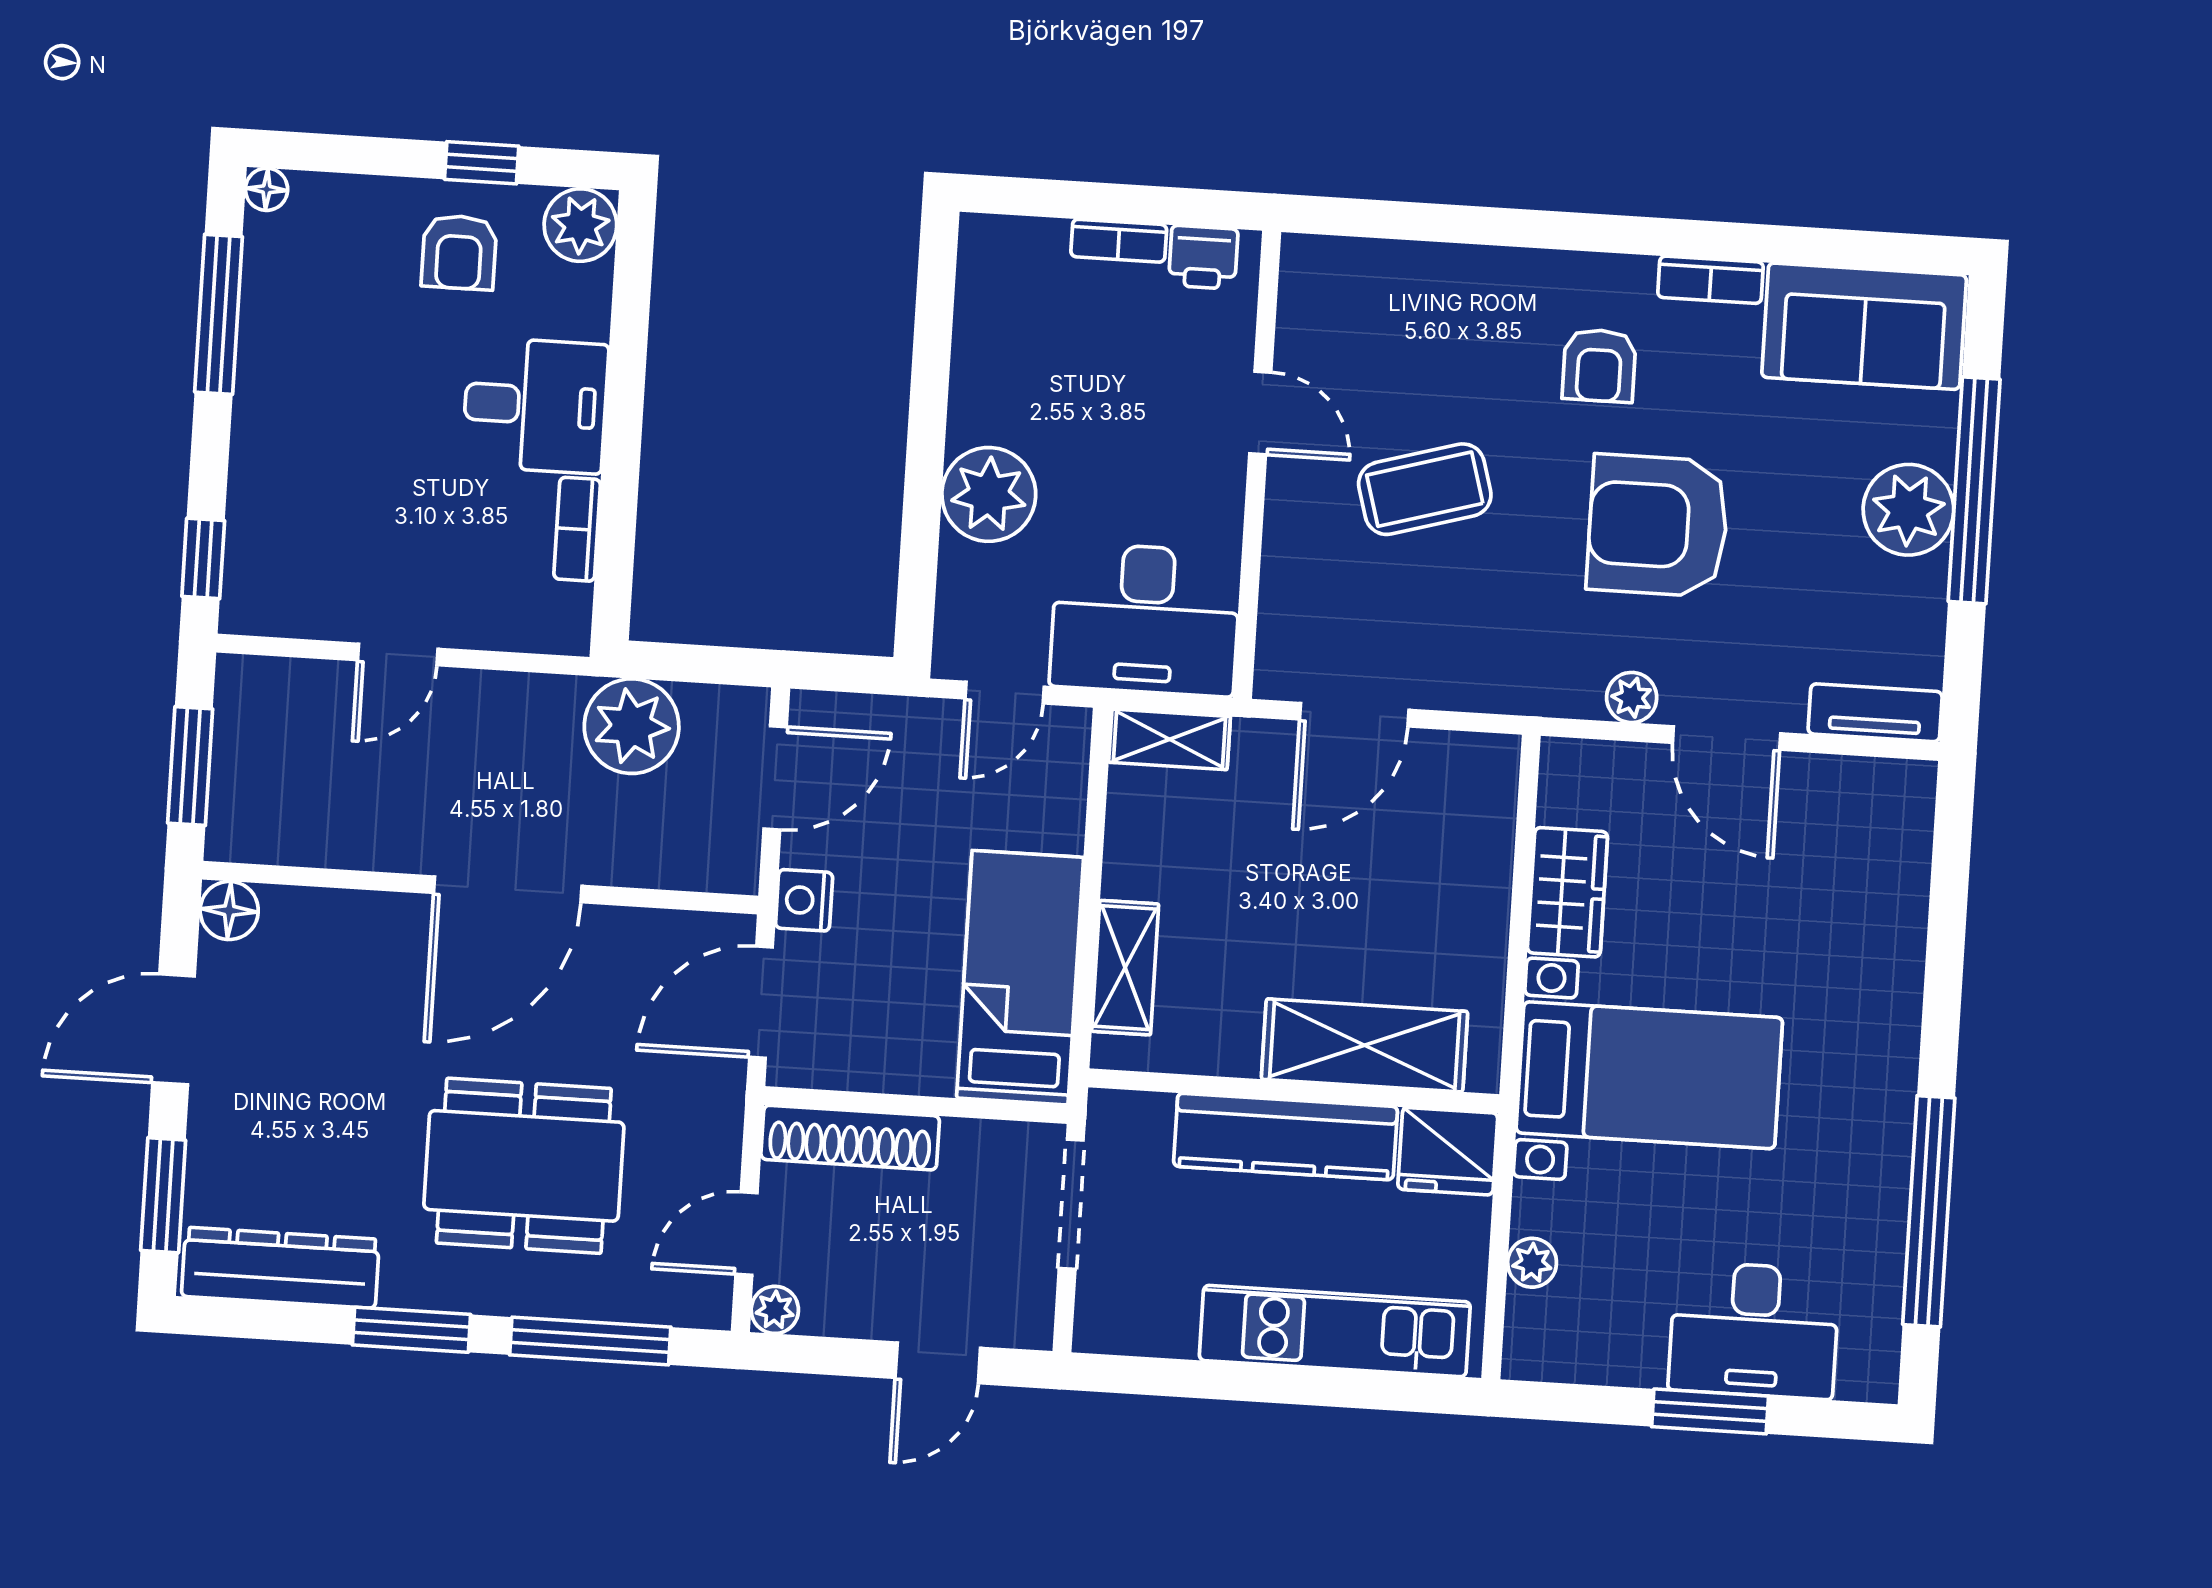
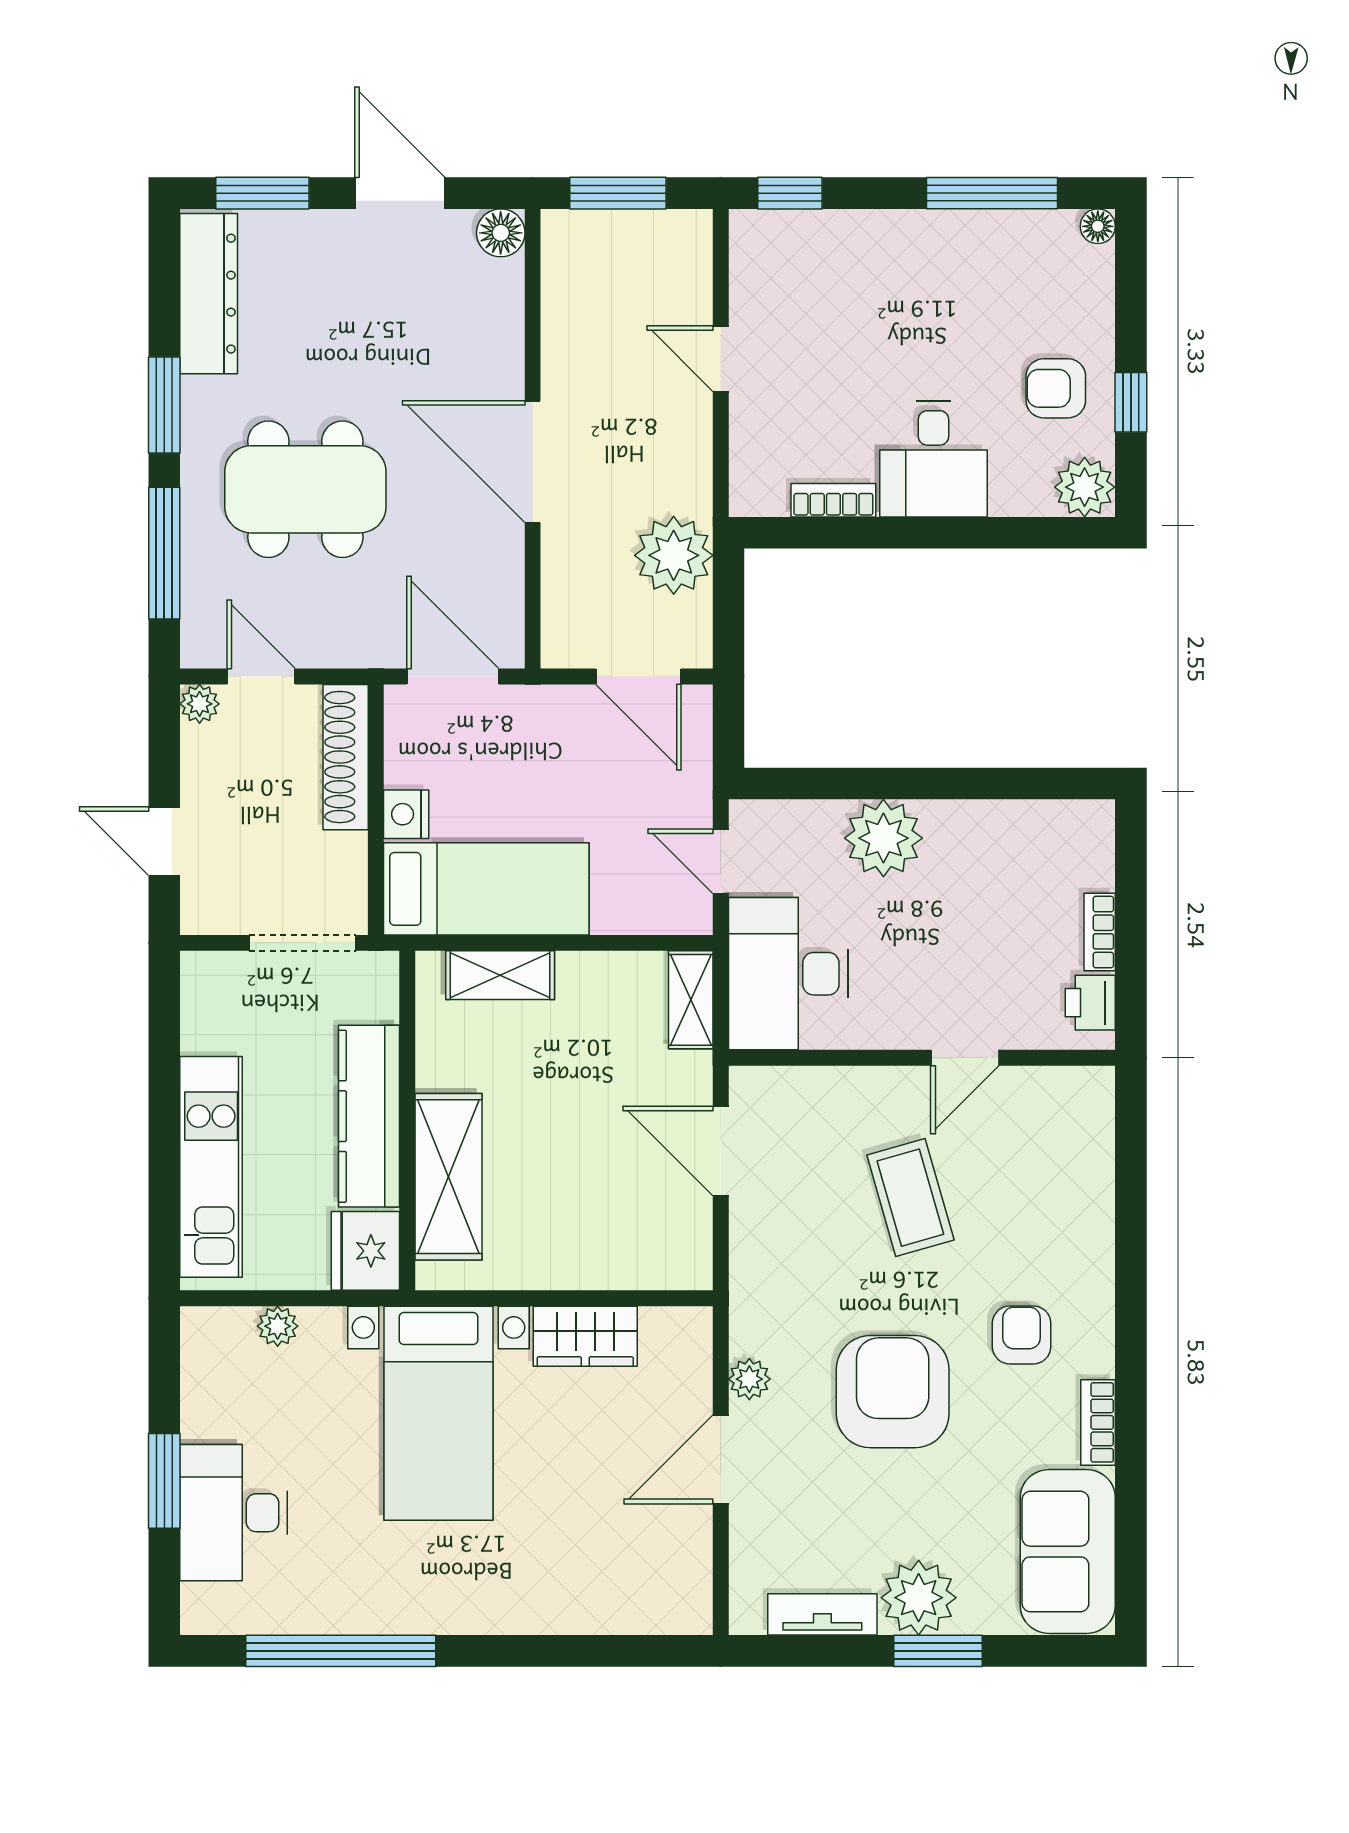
armchair: (1599, 366) -> (1022, 1335), turned 90
window: (1974, 490) -> (938, 1651), width x0.47
tv unit: (1875, 713) -> (822, 1614), moved, turned -90
nightstand: (804, 900) -> (406, 814), moved, turned -90
dining table: (524, 1166) -> (305, 489), turned 90

